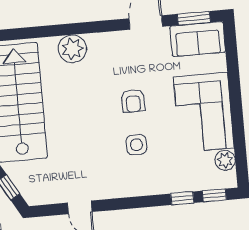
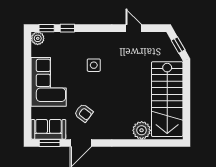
plant: (72, 49) -> (142, 130), moved
armchair: (133, 101) -> (84, 113), moved, turned 127
plant: (225, 160) -> (38, 38), moved

